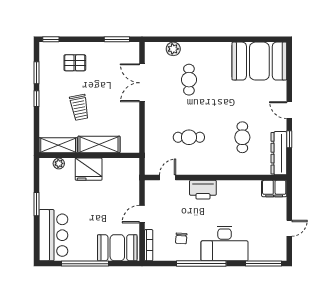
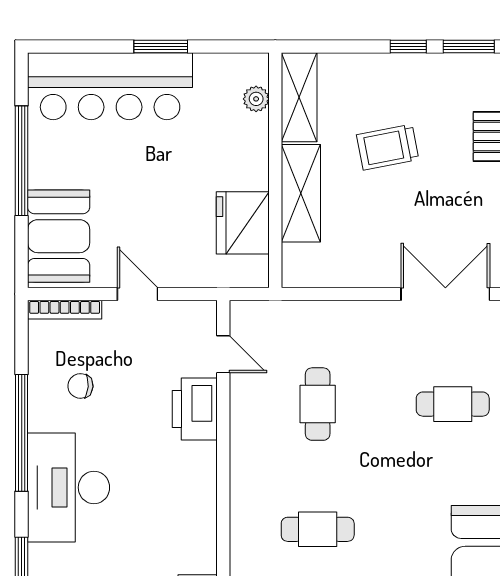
fridge: (89, 169) -> (243, 223), moved
printer: (203, 190) -> (195, 409), moved
bar counter: (53, 235) -> (110, 86), width x1.36

